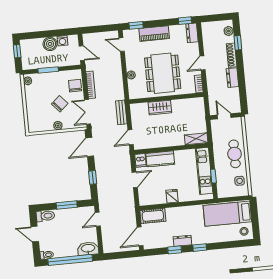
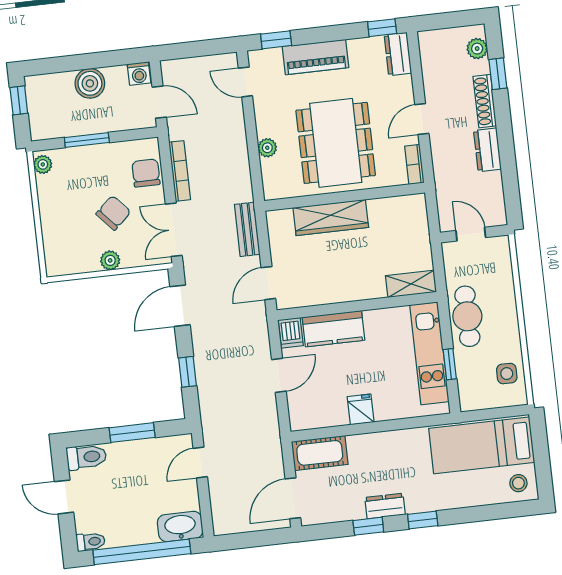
washing machine: (62, 41) -> (139, 74), moved
wardrobe: (160, 108) -> (331, 218), width x1.50
cafe table: (235, 154) -> (467, 316), moved

